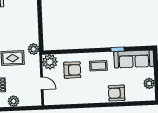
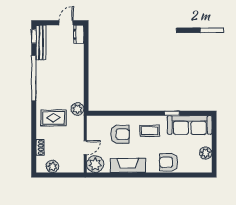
plant: (50, 62) -> (95, 164), moved
door: (42, 83) -> (85, 148), hinge flipped
fireplace: (80, 97) -> (128, 165), added

